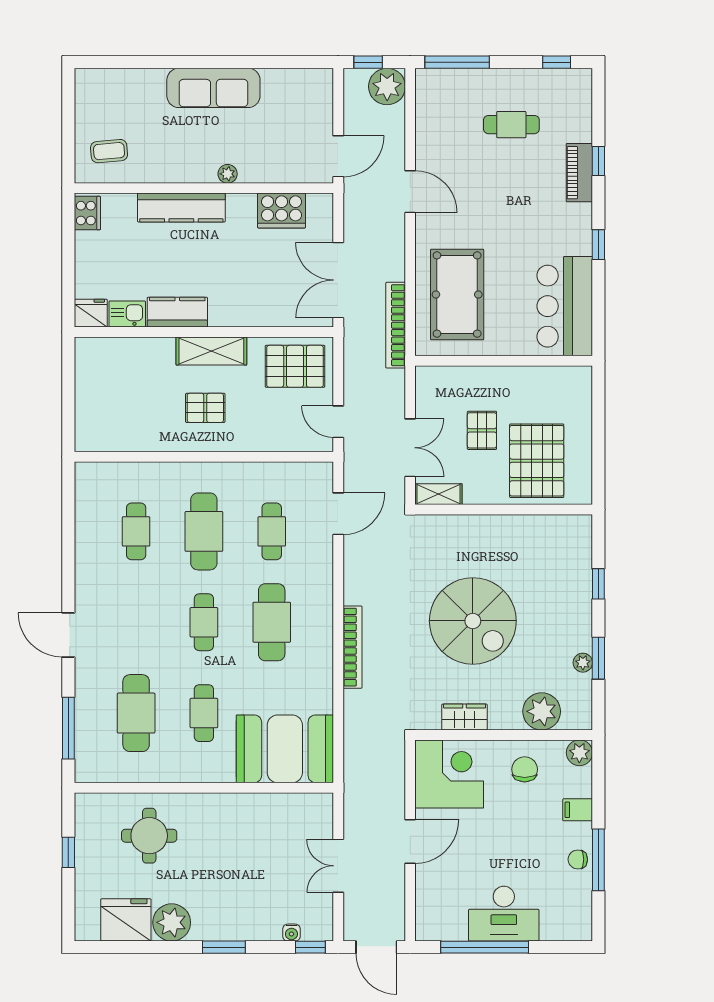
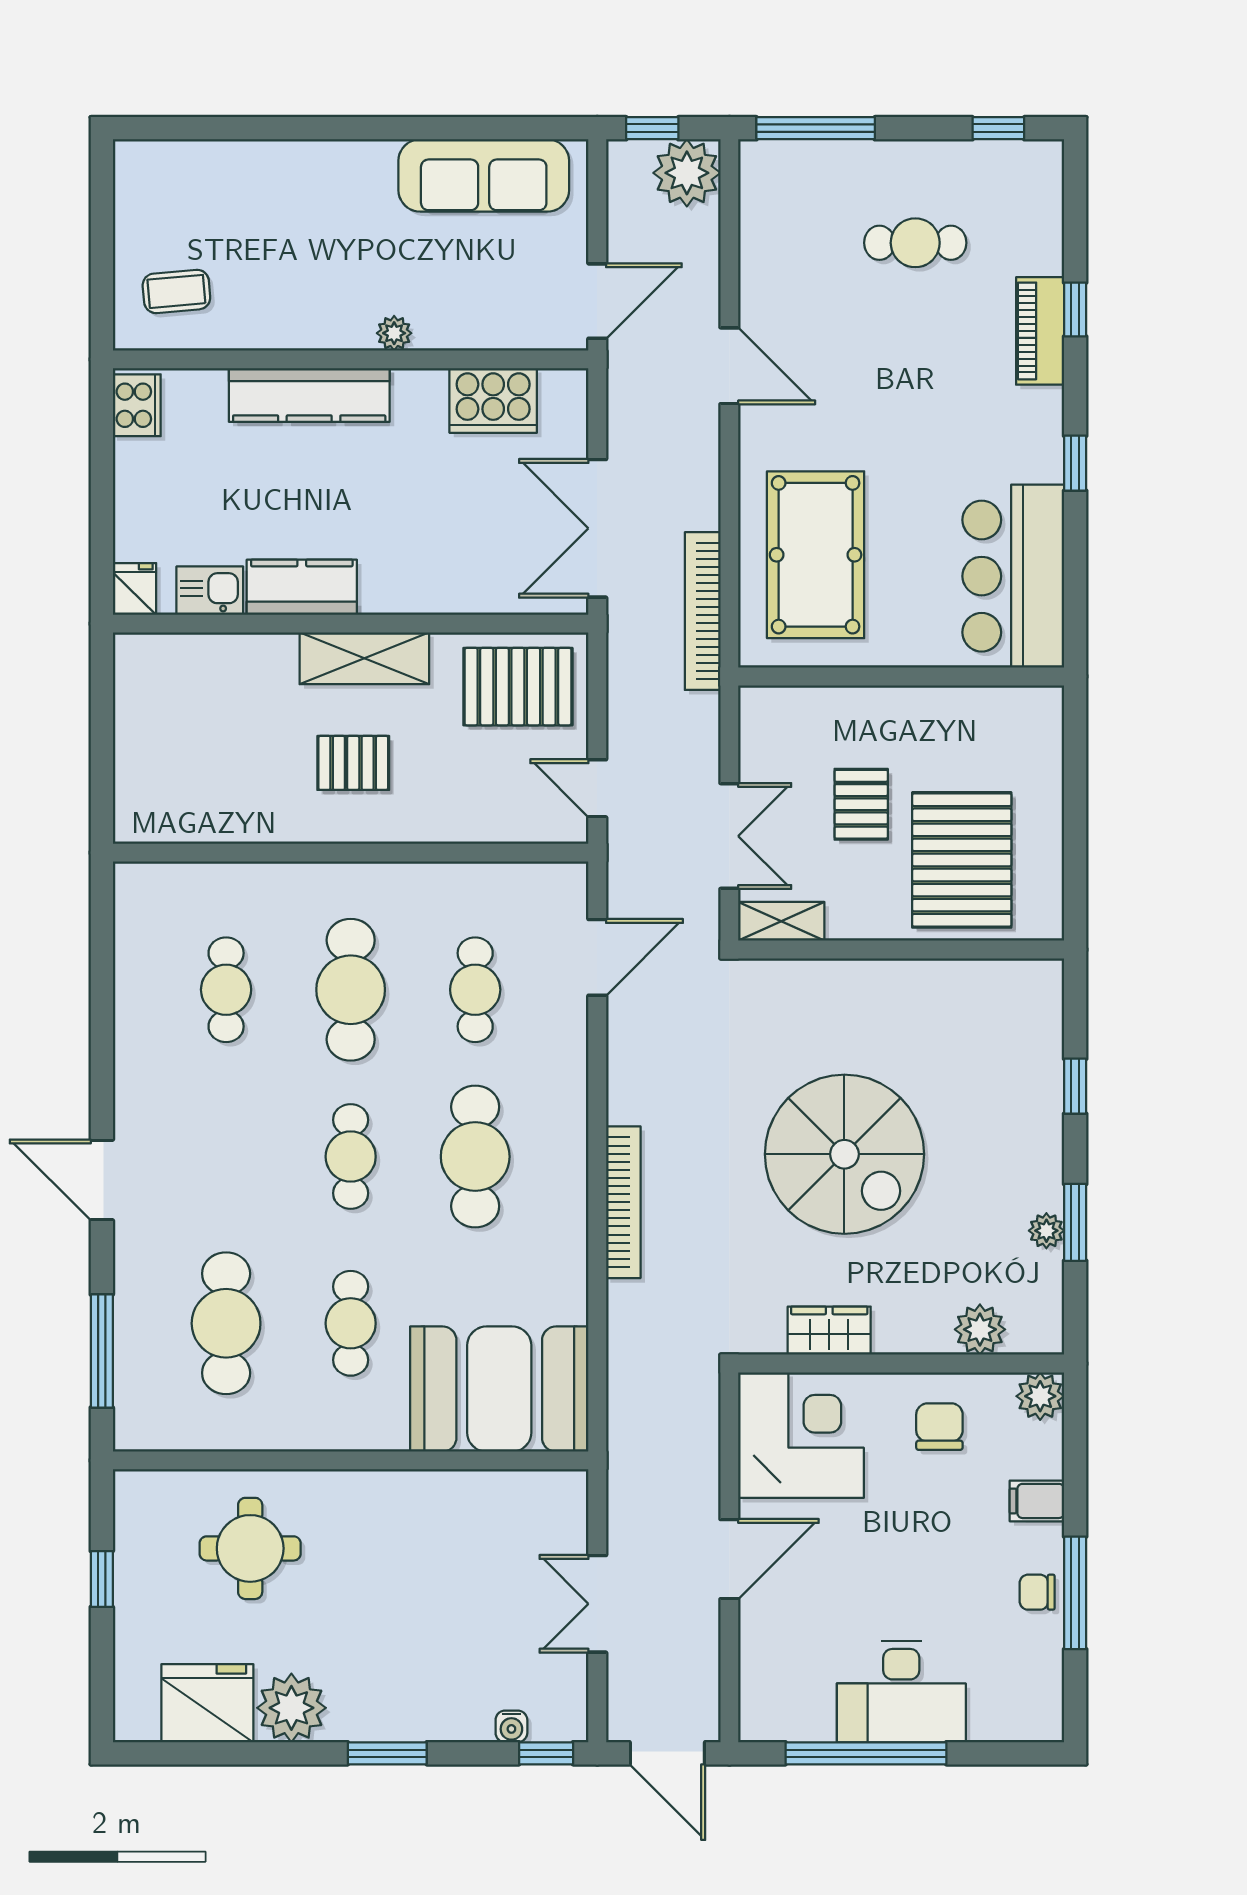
sofa: (213, 88) -> (484, 175), moved
fridge: (91, 313) -> (134, 589), width x0.72
plant: (542, 711) -> (980, 1329), width x0.73, depth x0.73

